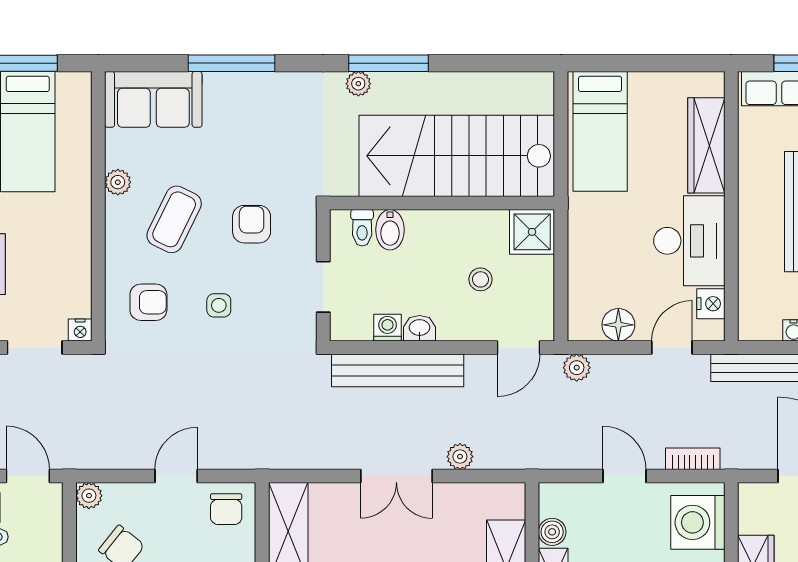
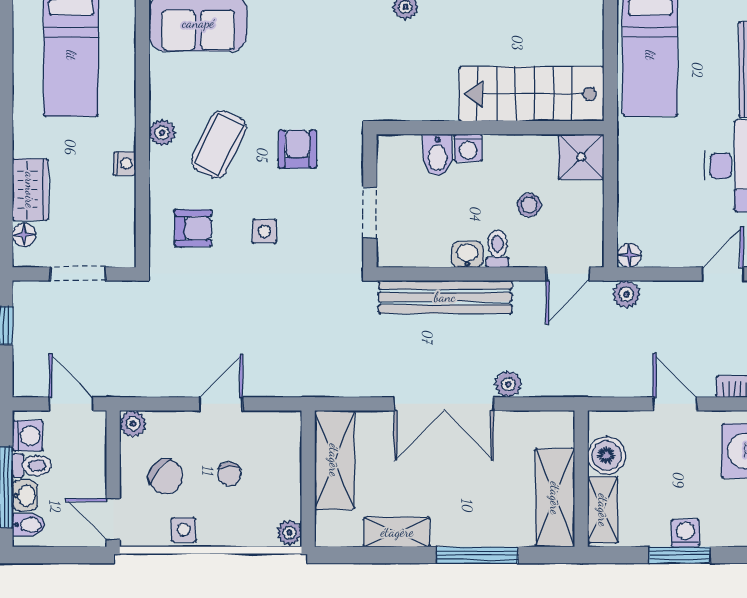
stairs: (457, 156) -> (531, 94), width x0.73, depth x0.66
plant: (118, 182) -> (162, 133), moved
toilet: (362, 228) -> (497, 249), moved, turned 180
floor lamp: (618, 325) -> (629, 255), moved, width x0.73, depth x0.73
washing machine: (388, 328) -> (468, 148), moved, turned 180
nightstand: (80, 330) -> (125, 163), moved, turned -90
double door: (396, 476) -> (444, 404), width x1.37
chair: (226, 509) -> (229, 474), moved, width x0.73, depth x0.73
boiler: (552, 532) -> (607, 455), width x1.36, depth x1.36

